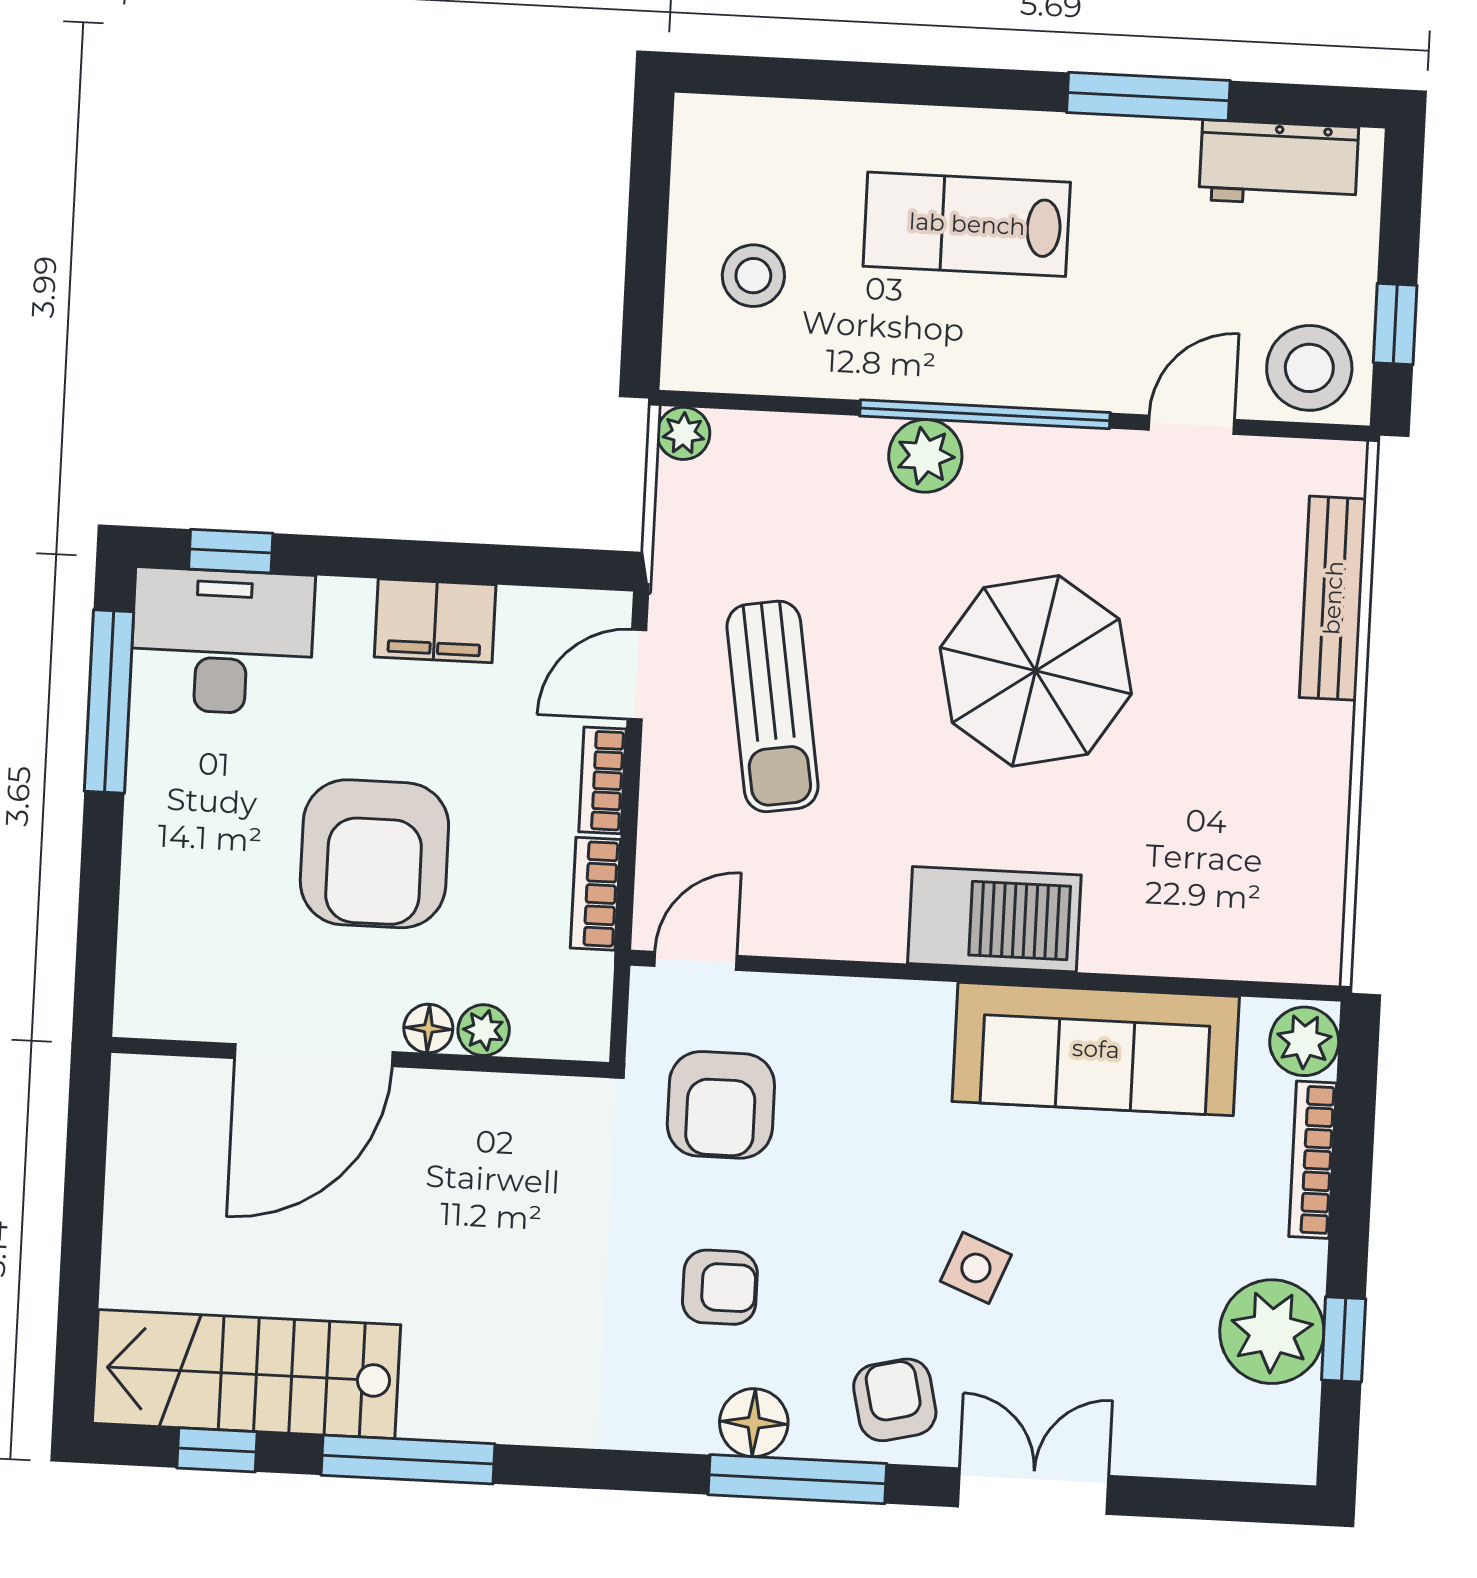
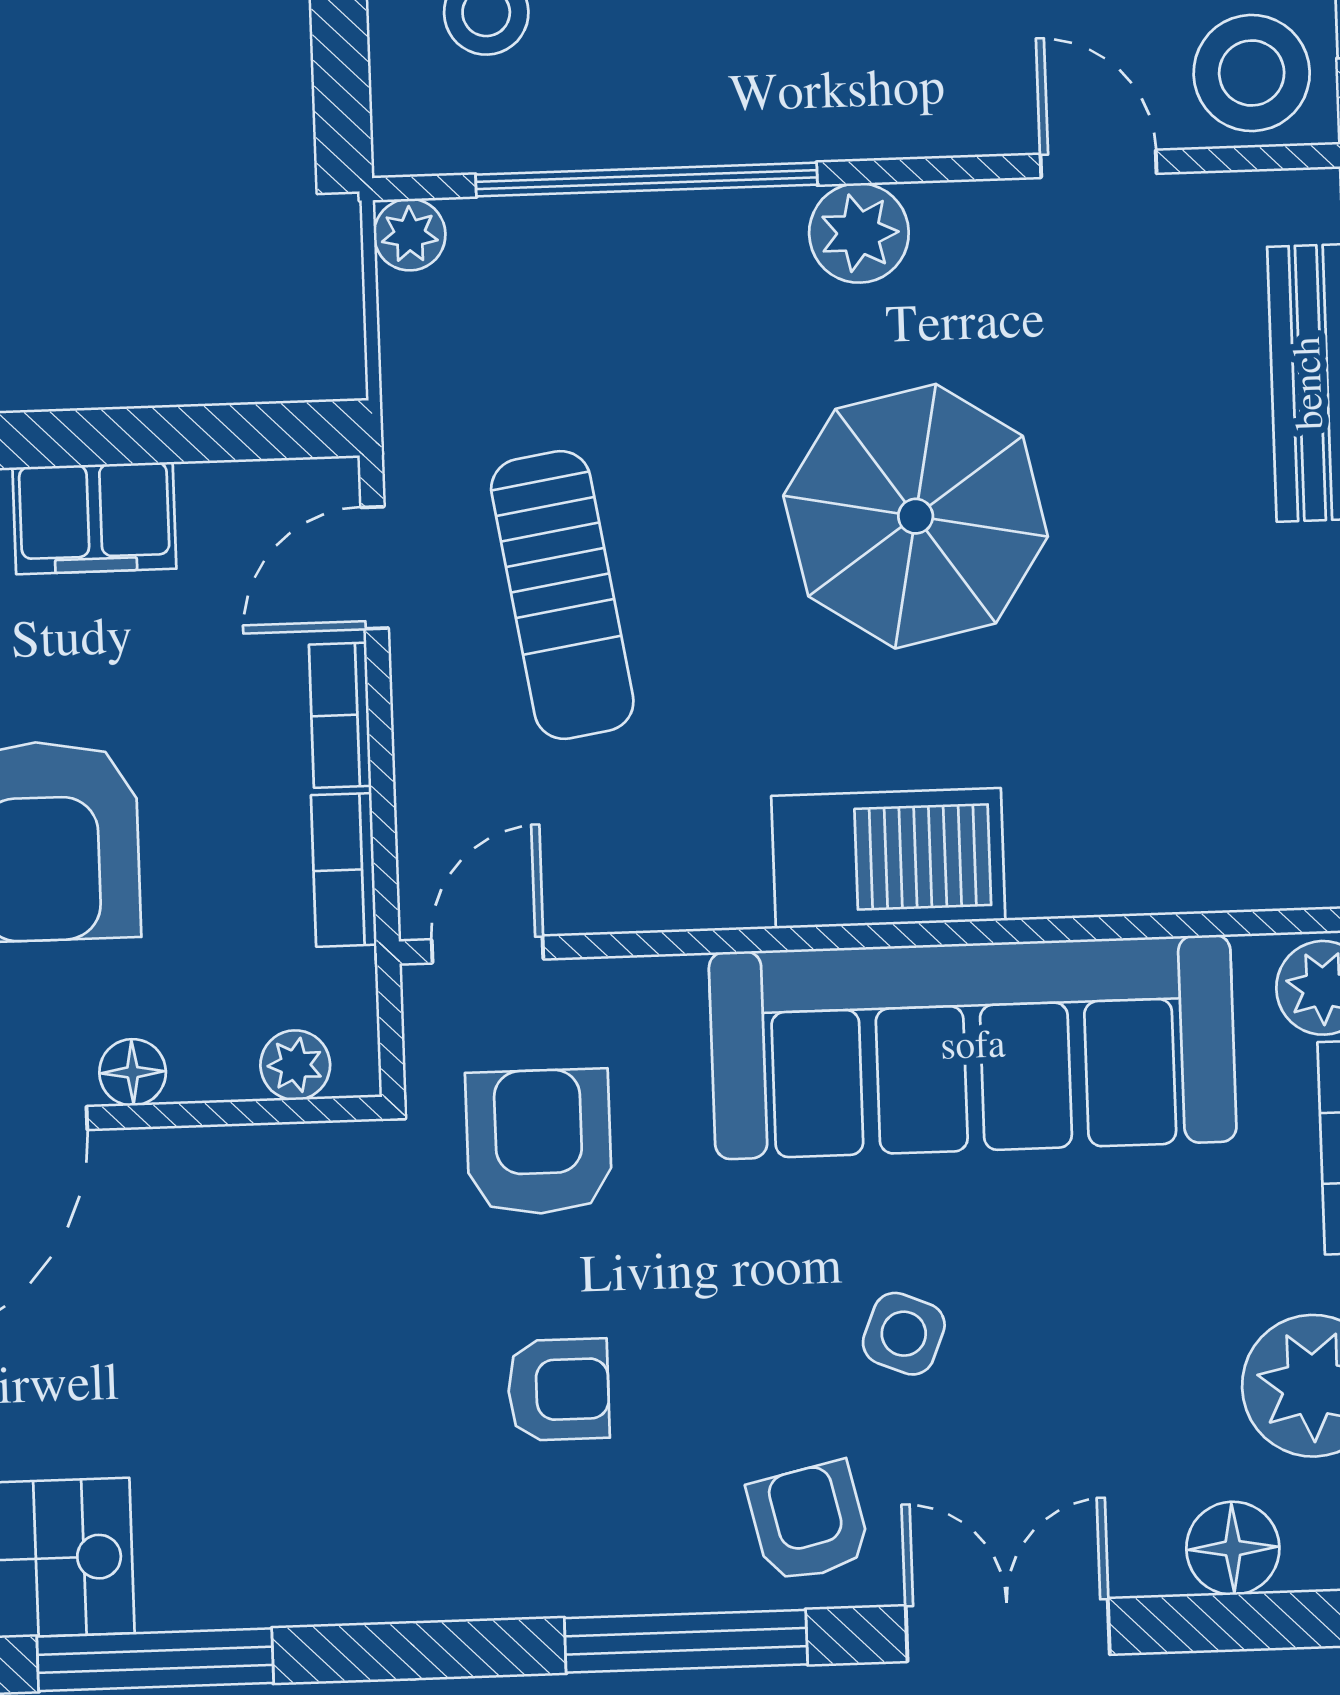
window: (985, 414) -> (646, 180), moved
door: (1192, 425) -> (1098, 164), hinge flipped
plant: (925, 456) -> (859, 233), moved
plant: (484, 1030) -> (295, 1065), moved
sofa: (1096, 1049) -> (973, 1047), width x1.36, depth x1.27
armchair: (721, 1105) -> (539, 1142), turned 180
floor lamp: (754, 1423) -> (1233, 1548), moved

